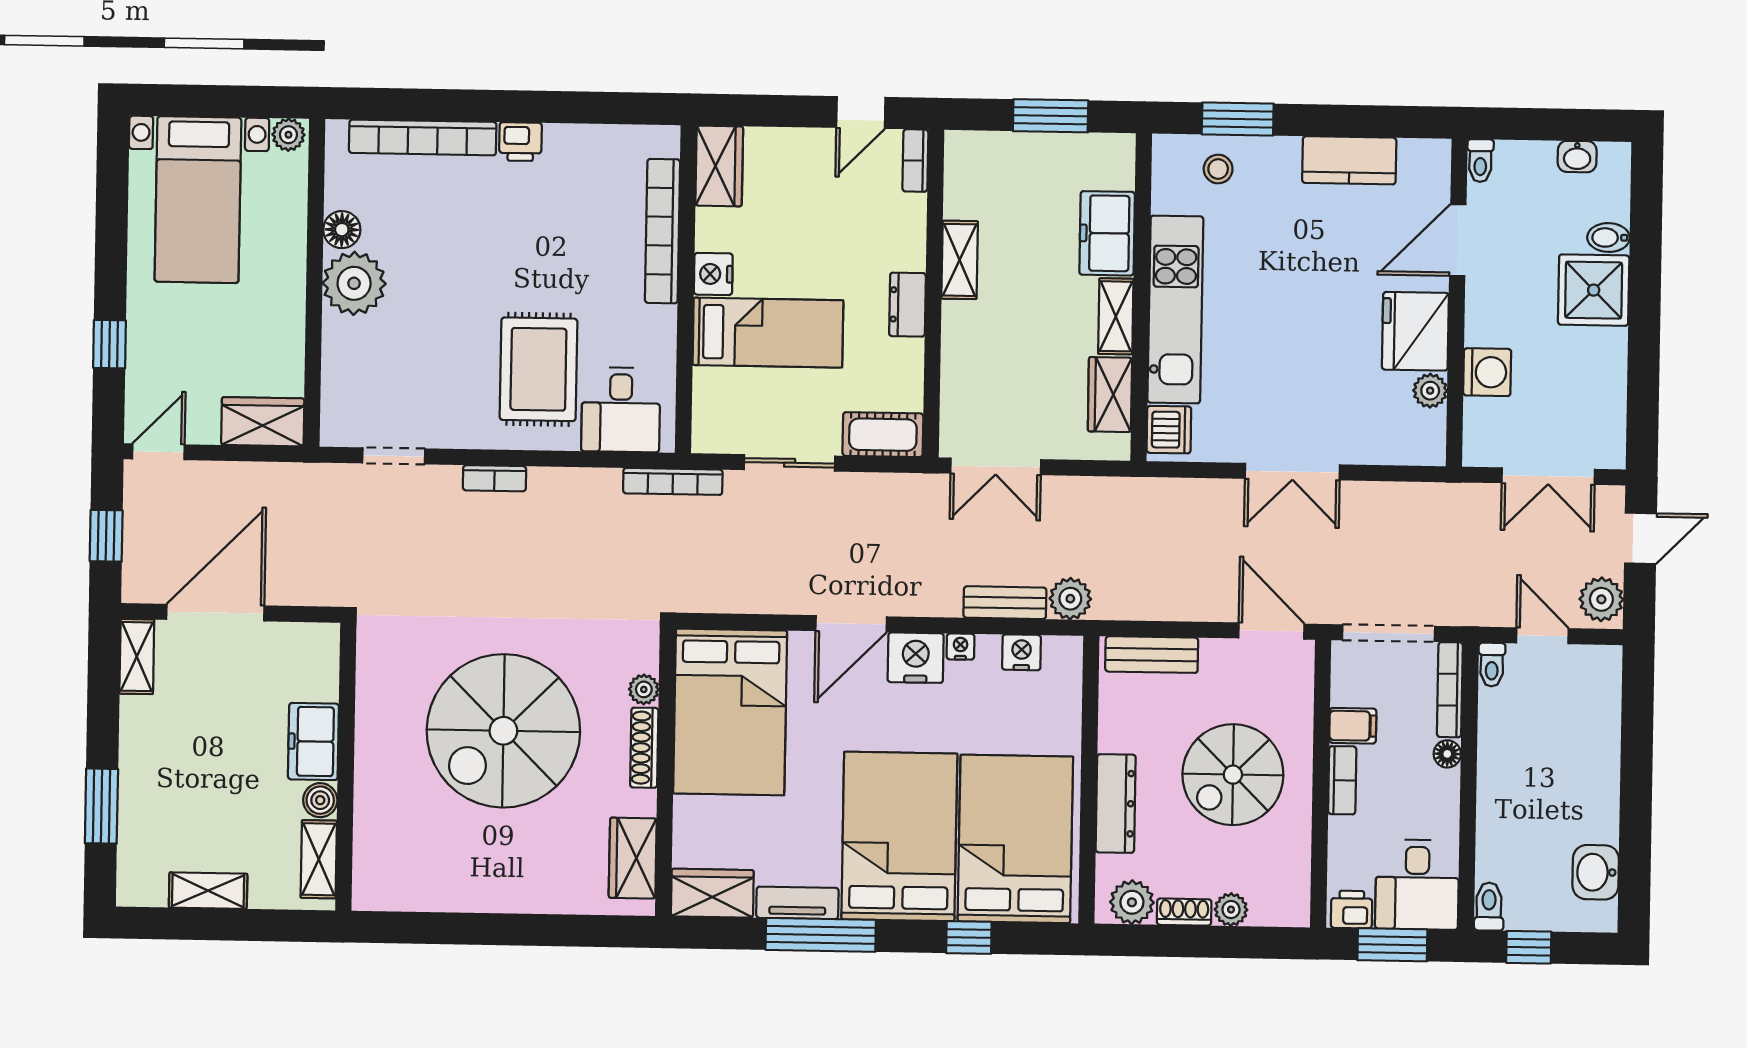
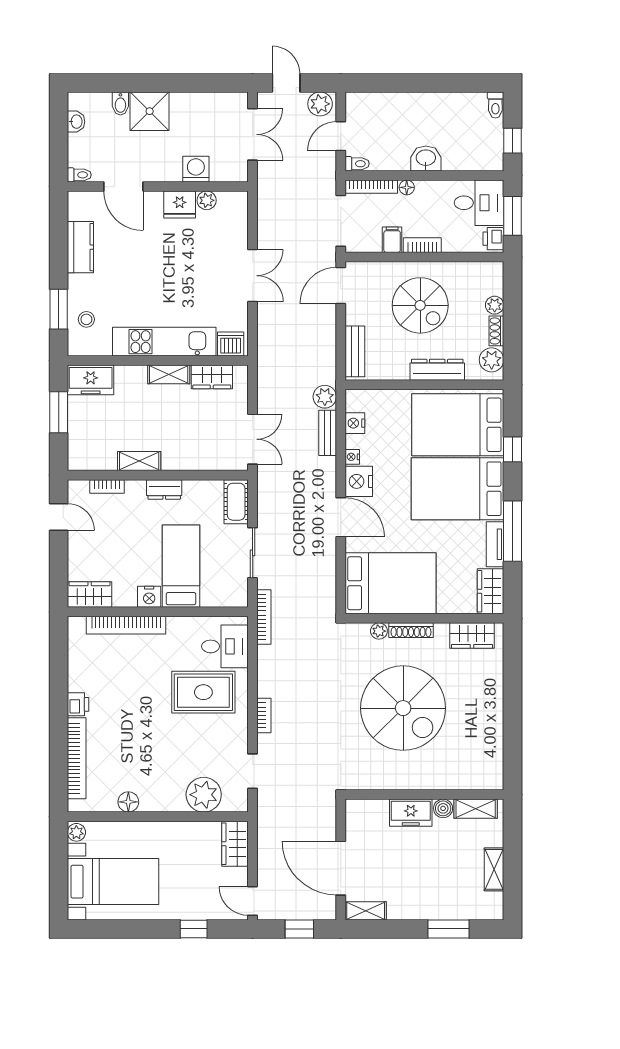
bookcase: (915, 161) -> (107, 486), moved
freezer: (1107, 233) -> (91, 380), moved
plant: (354, 283) -> (204, 795), moved
fridge: (1415, 331) -> (180, 204), width x0.73, depth x0.75
washbasin: (1596, 872) -> (426, 158), moved, turned 180
toilet: (1489, 907) -> (495, 105), moved, turned -90

